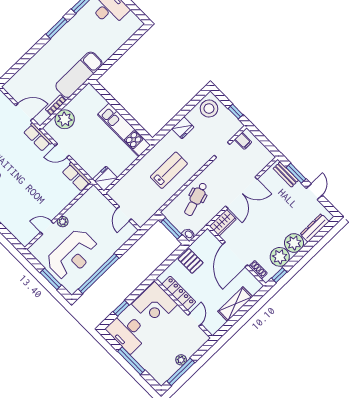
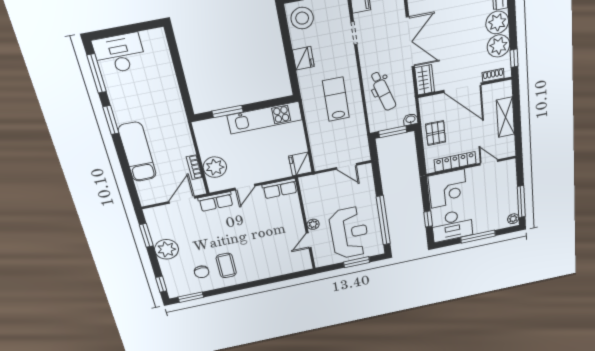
exam couch: (79, 75) -> (137, 152), moved, turned 180
window: (112, 102) -> (228, 111), added
pallet: (191, 261) -> (436, 133), turned 90
plant: (181, 360) -> (513, 219), moved

